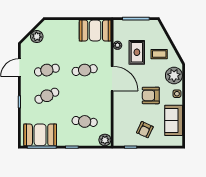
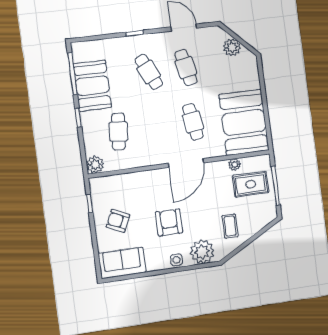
booth: (95, 31) -> (244, 122), width x1.36, depth x1.42
rug: (137, 52) -> (251, 184), moved
sofa: (174, 120) -> (122, 263), moved
booth: (40, 135) -> (92, 86), moved

